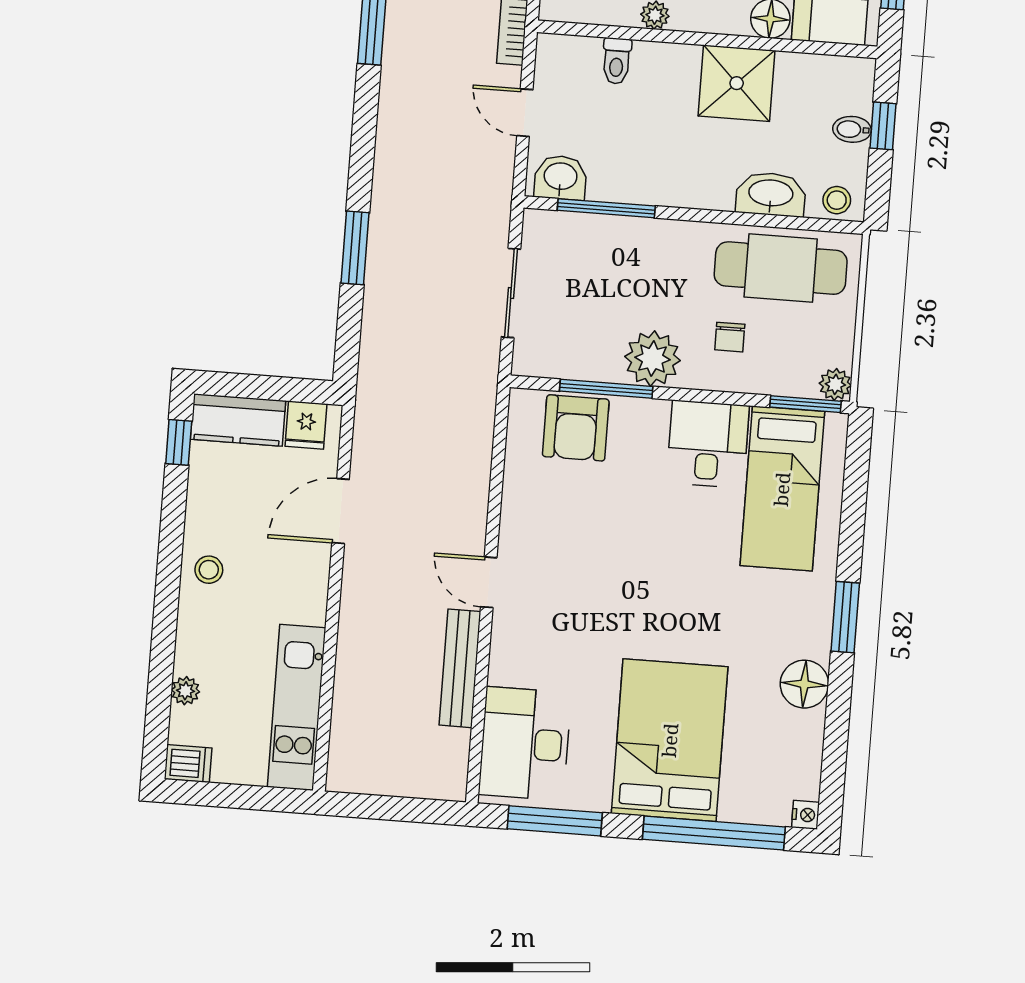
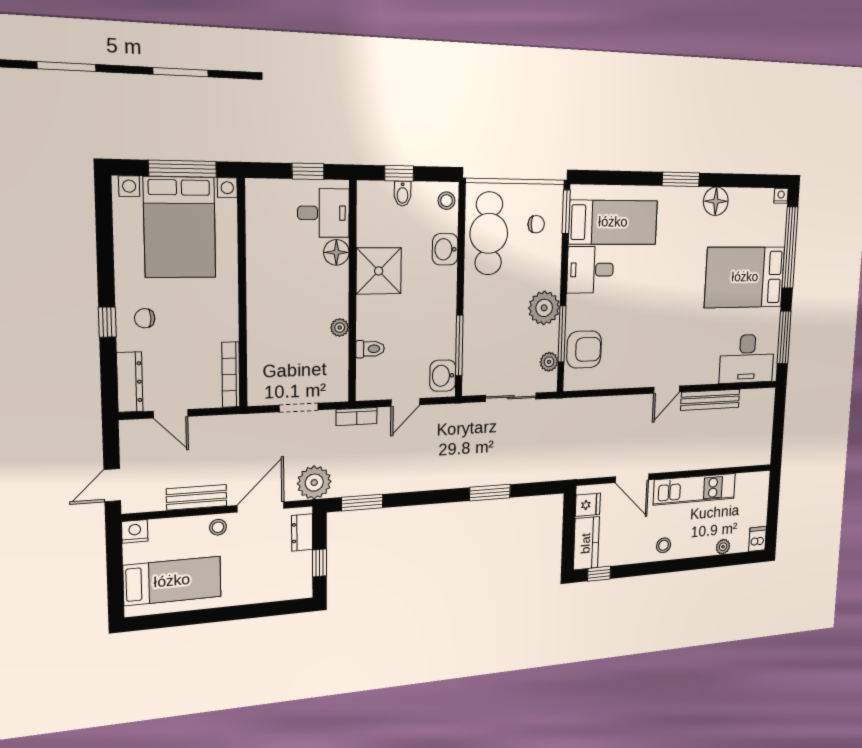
washbasin: (771, 194) -> (445, 249), width x0.72
chair: (730, 337) -> (536, 224), moved
plant: (835, 384) -> (549, 362), moved
kitchen unit: (297, 707) -> (695, 489), moved

